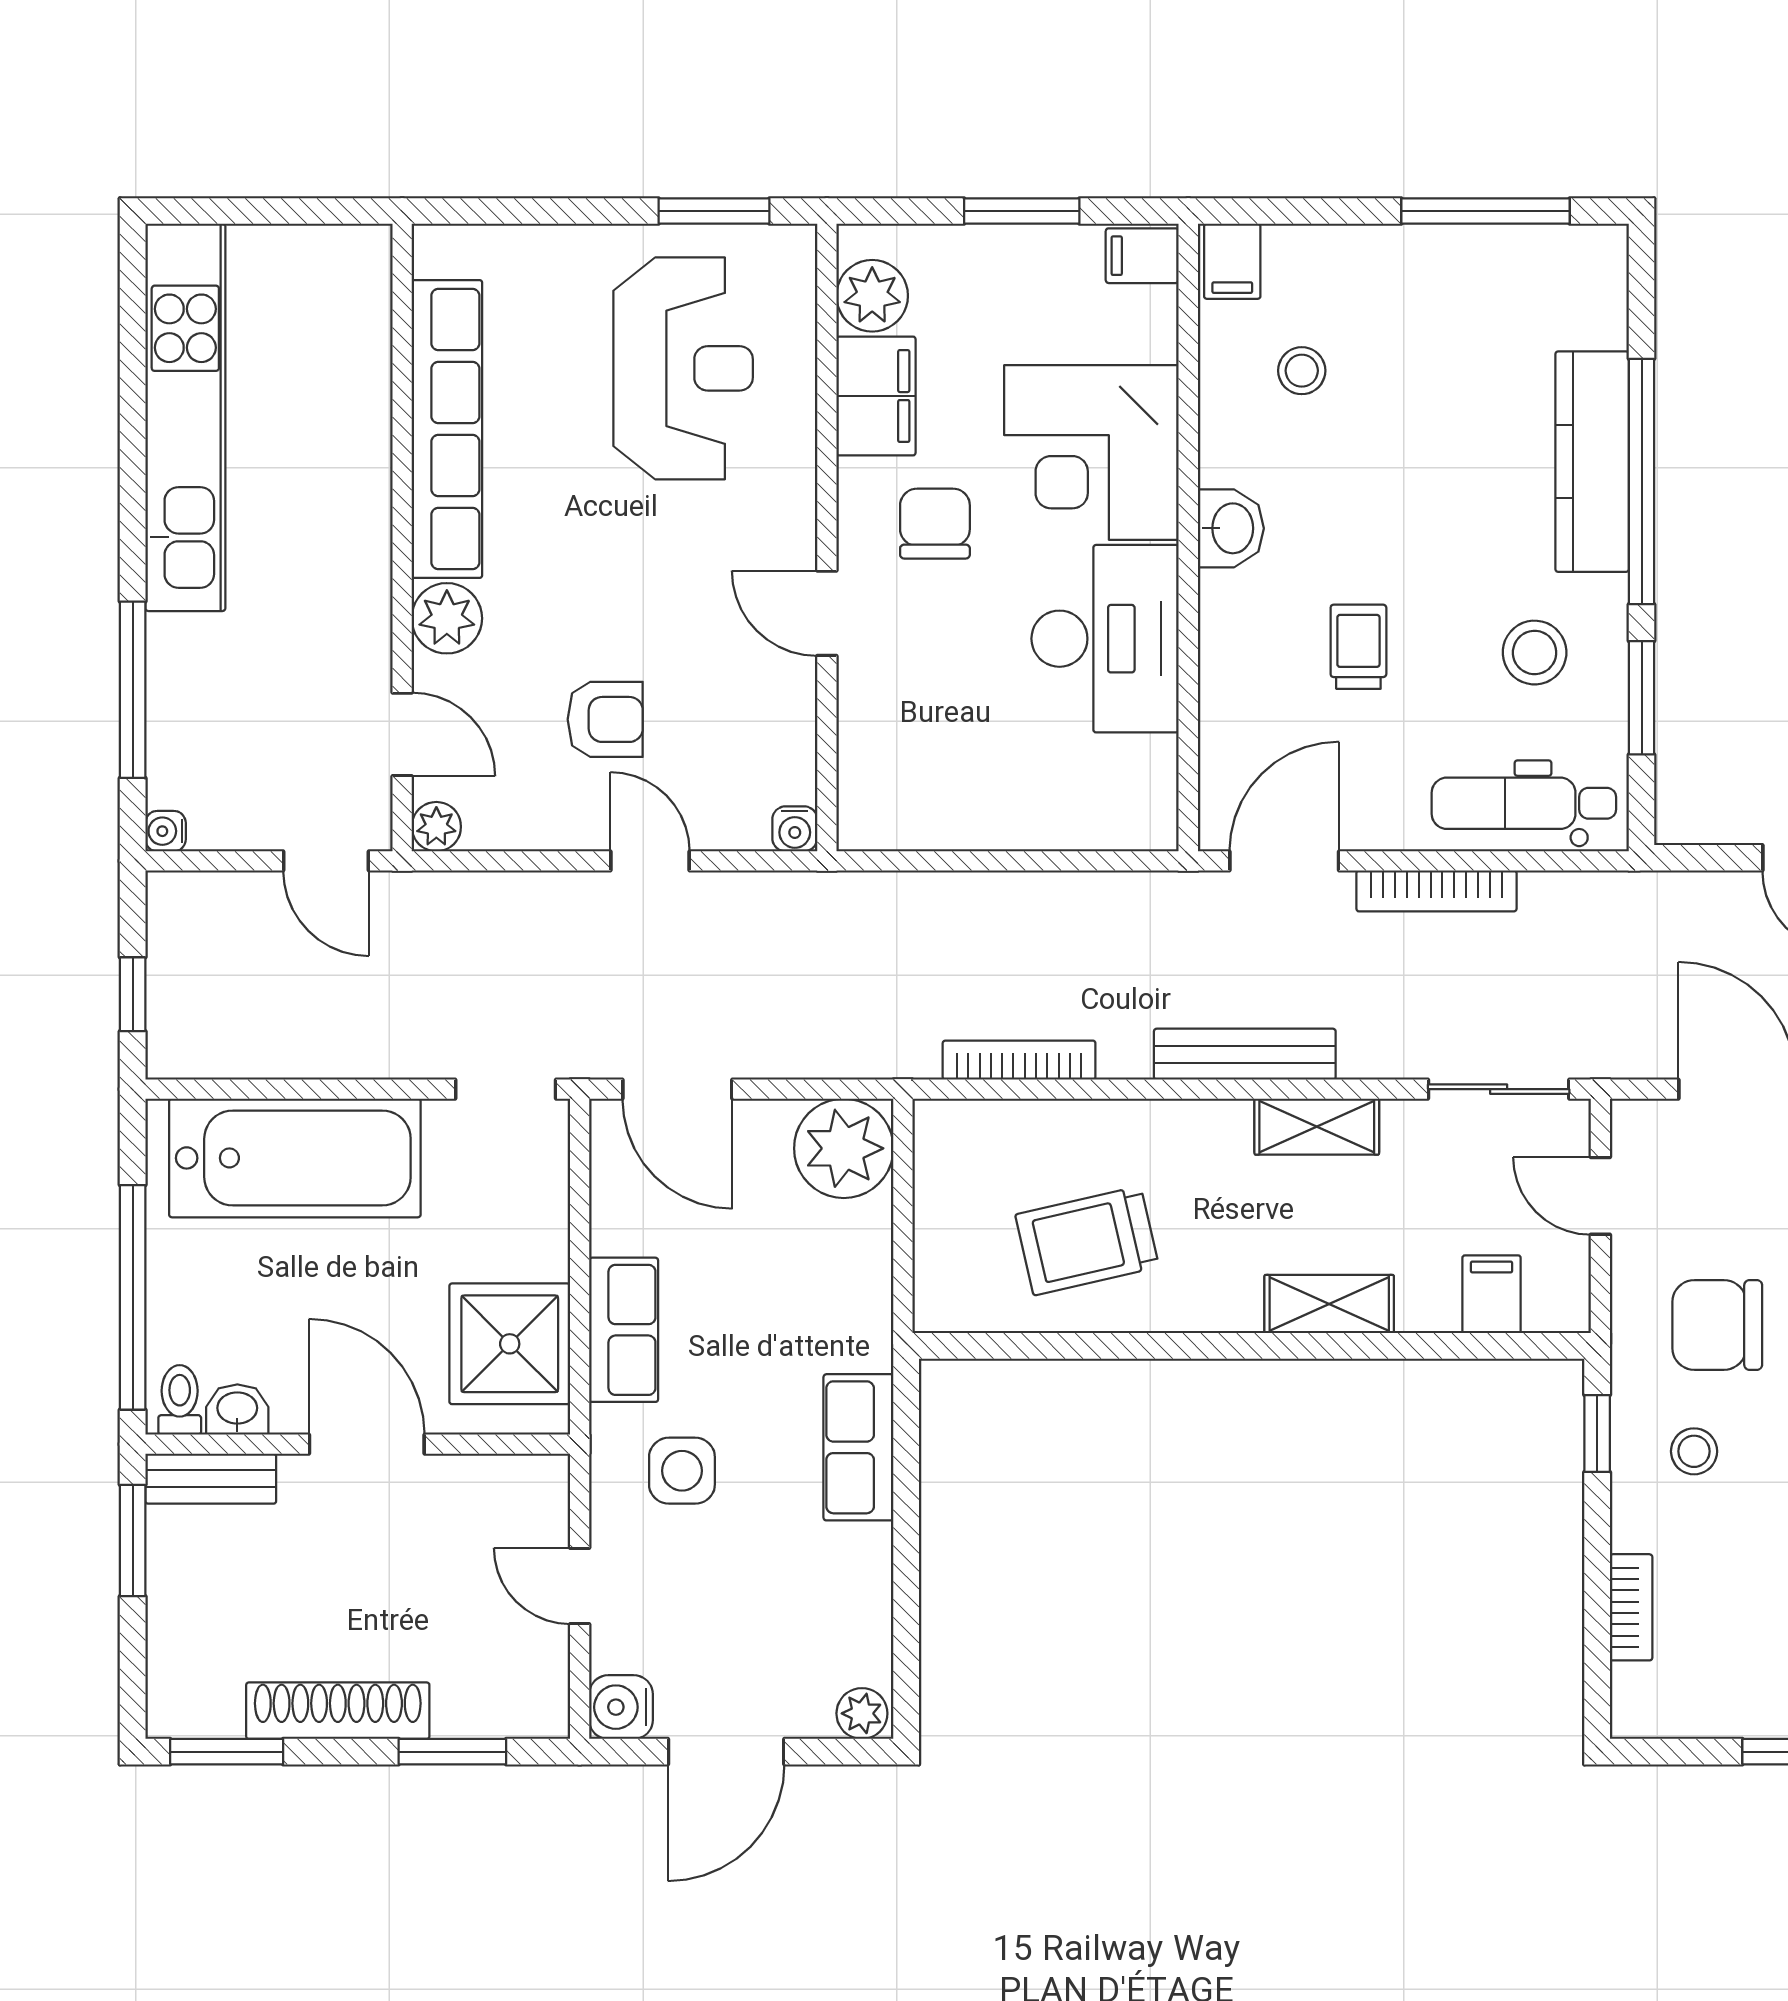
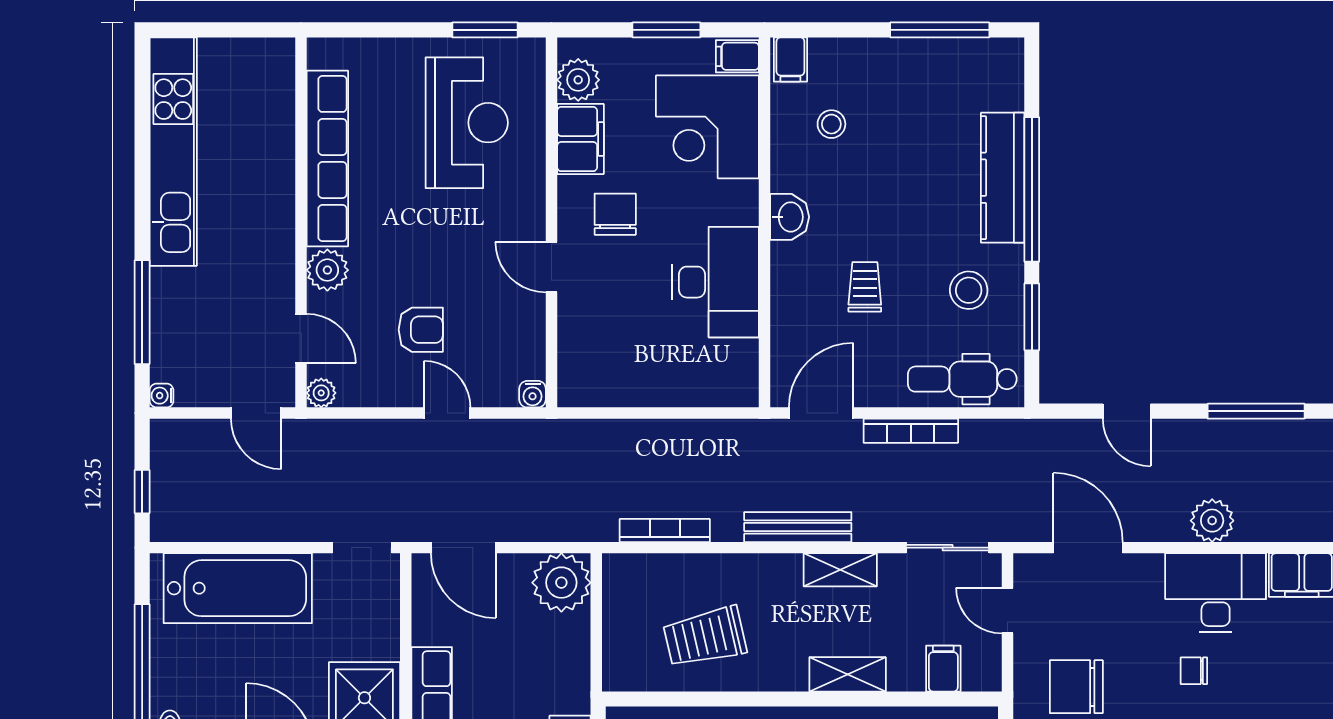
corner desk: (1091, 453) -> (707, 127), moved

